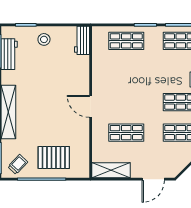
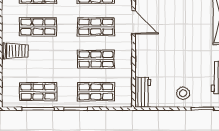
shop shelf: (126, 71) -> (96, 59), added
shop shelf: (126, 102) -> (96, 27), added

